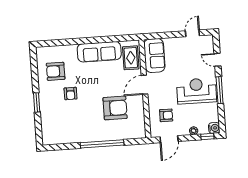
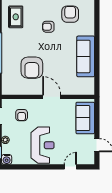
sofa: (154, 55) -> (85, 118), moved, turned 90
rug: (131, 58) -> (16, 17), moved, turned 90
window: (220, 90) -> (42, 167), removed

